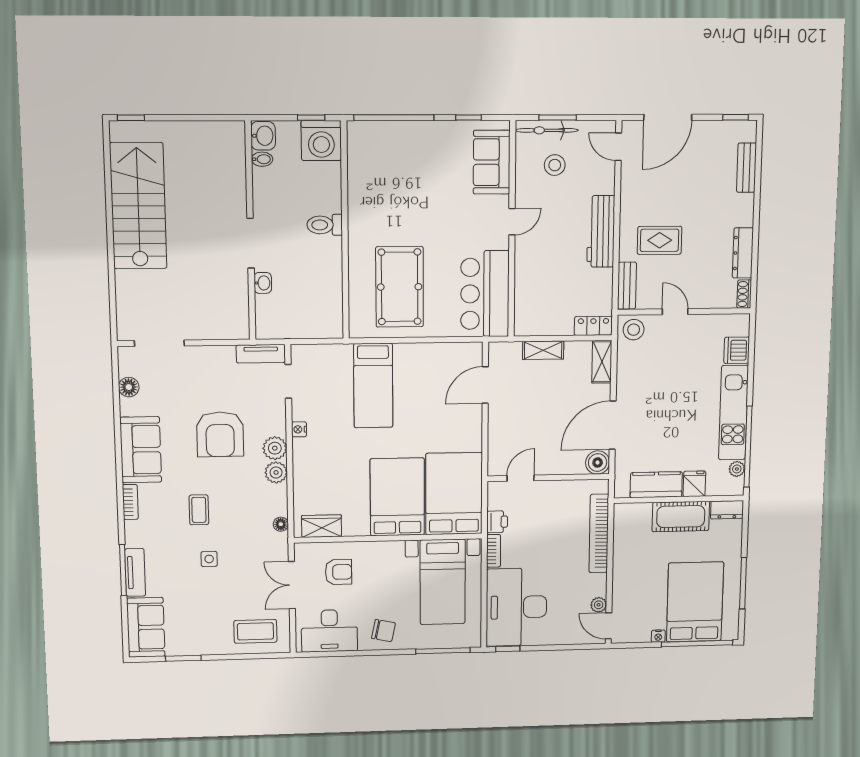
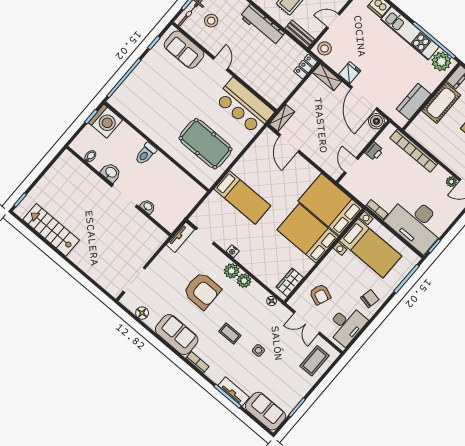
washbasin: (263, 136) -> (111, 173), moved
stairs: (138, 206) -> (51, 230), width x0.73, depth x0.66
shelving: (543, 350) -> (282, 118), moved
plant: (737, 469) -> (441, 61), width x1.88, depth x1.88
fridge: (694, 484) -> (350, 73), moved, turned 90
printer: (497, 522) -> (374, 151), moved, turned 90
armchair: (339, 572) -> (320, 294), turned 112

